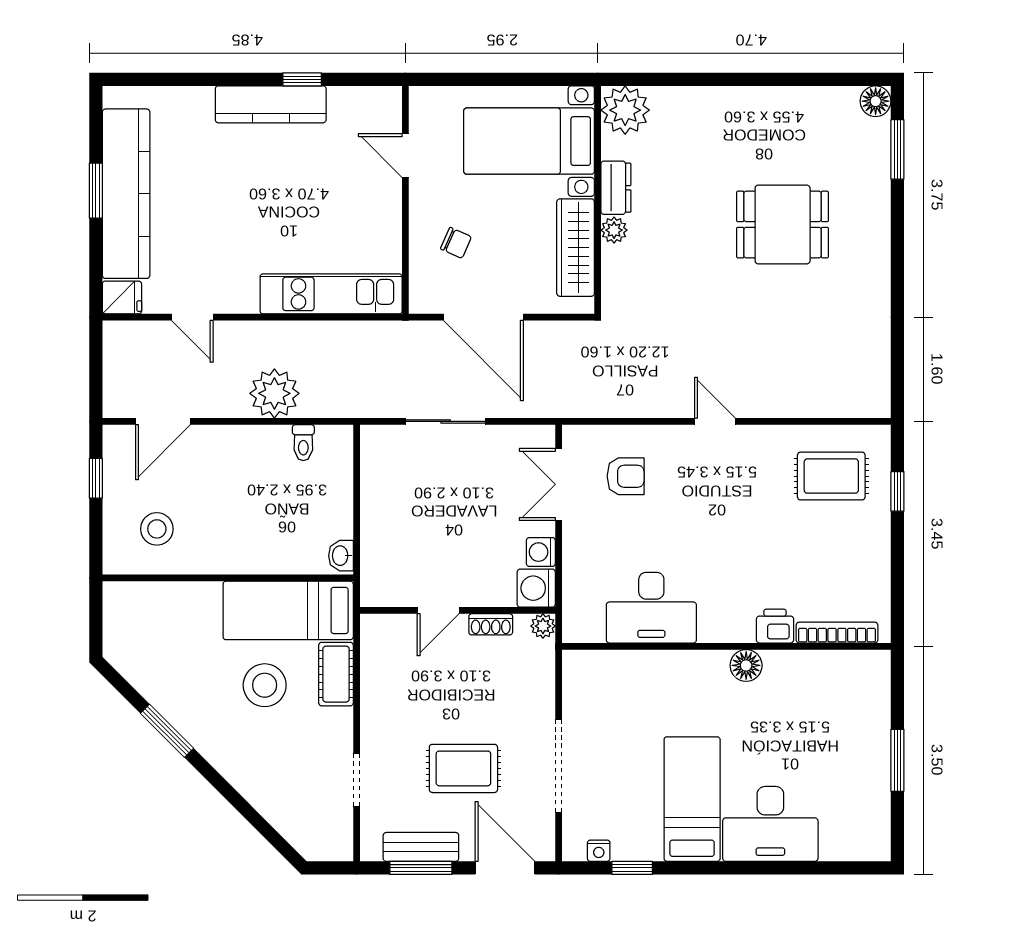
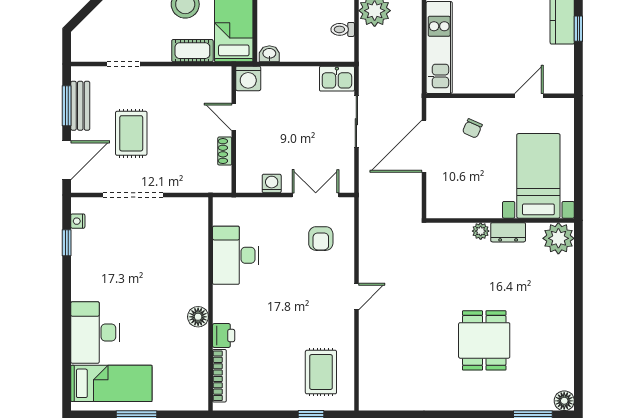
wardrobe: (576, 248) -> (469, 206), removed
kitchen sink: (379, 451) -> (337, 79), added
washing machine: (536, 588) -> (248, 78), moved, turned 180
plant: (543, 626) -> (224, 185), removed
bed: (692, 799) -> (111, 383), moved

